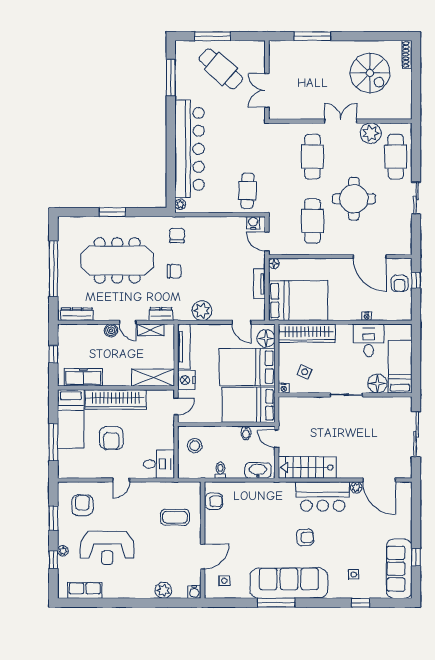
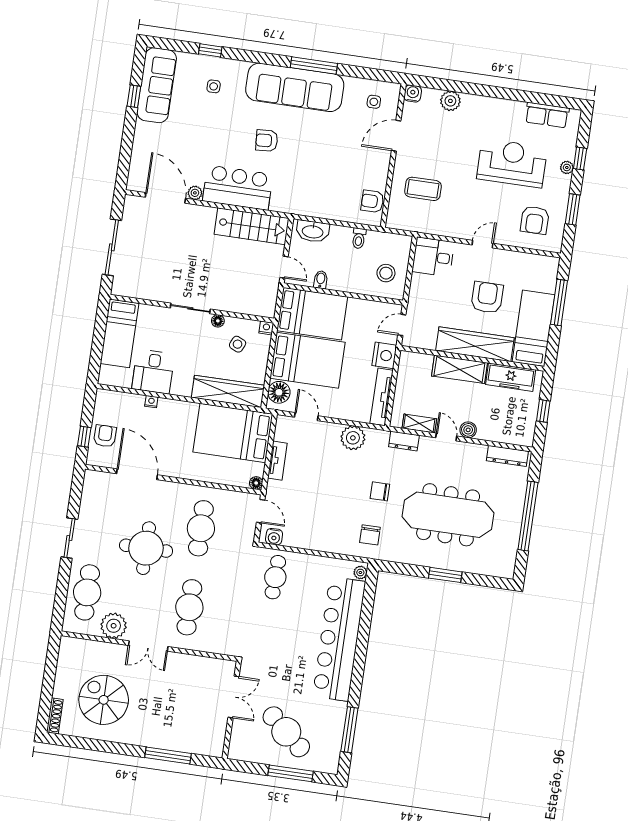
shelving: (153, 378) -> (459, 369), moved
floor lamp: (377, 384) -> (218, 321), moved, width x0.53, depth x0.53

